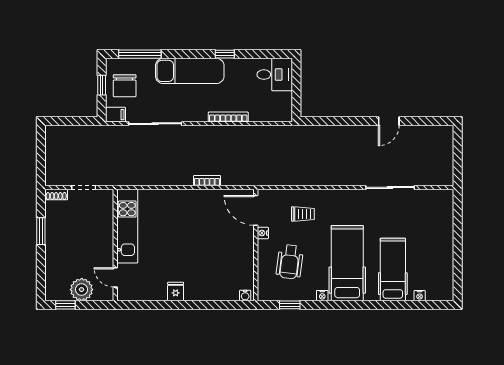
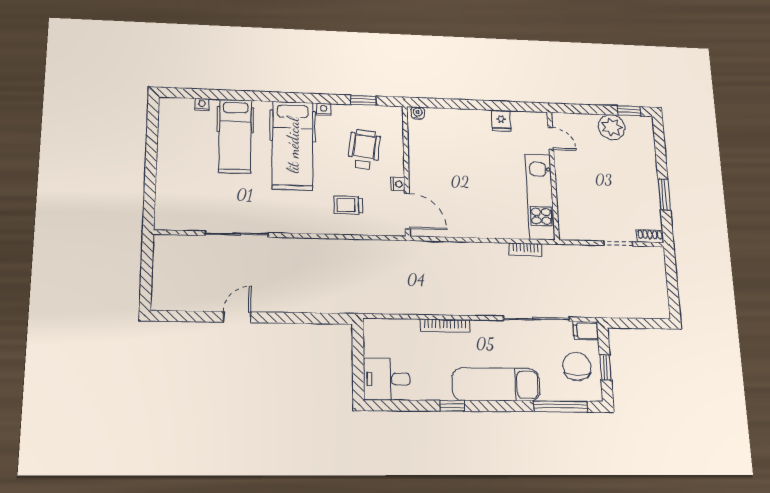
bookcase: (207, 181) -> (525, 250), moved
kitchen unit: (127, 226) -> (540, 196), moved
wall: (115, 245) -> (553, 175), moved
door: (115, 277) -> (551, 138), moved

